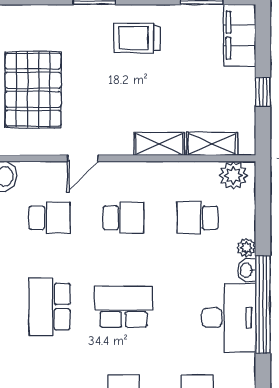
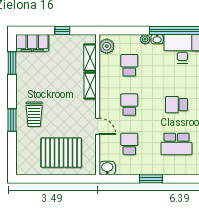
trolley: (137, 38) -> (34, 114), moved
school desk: (197, 218) -> (129, 65), turned 180
school desk: (123, 307) -> (176, 105), width x0.54

